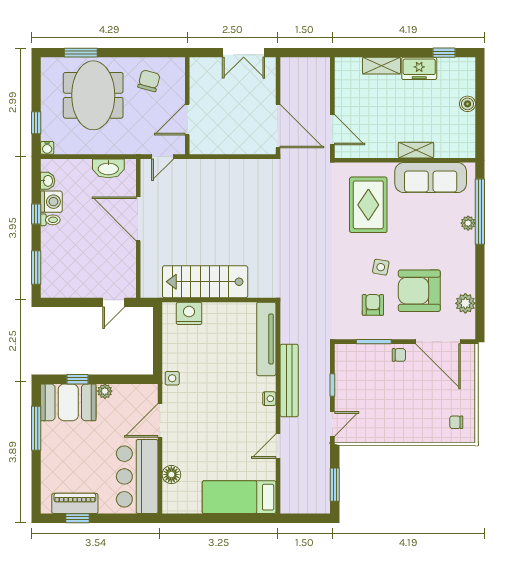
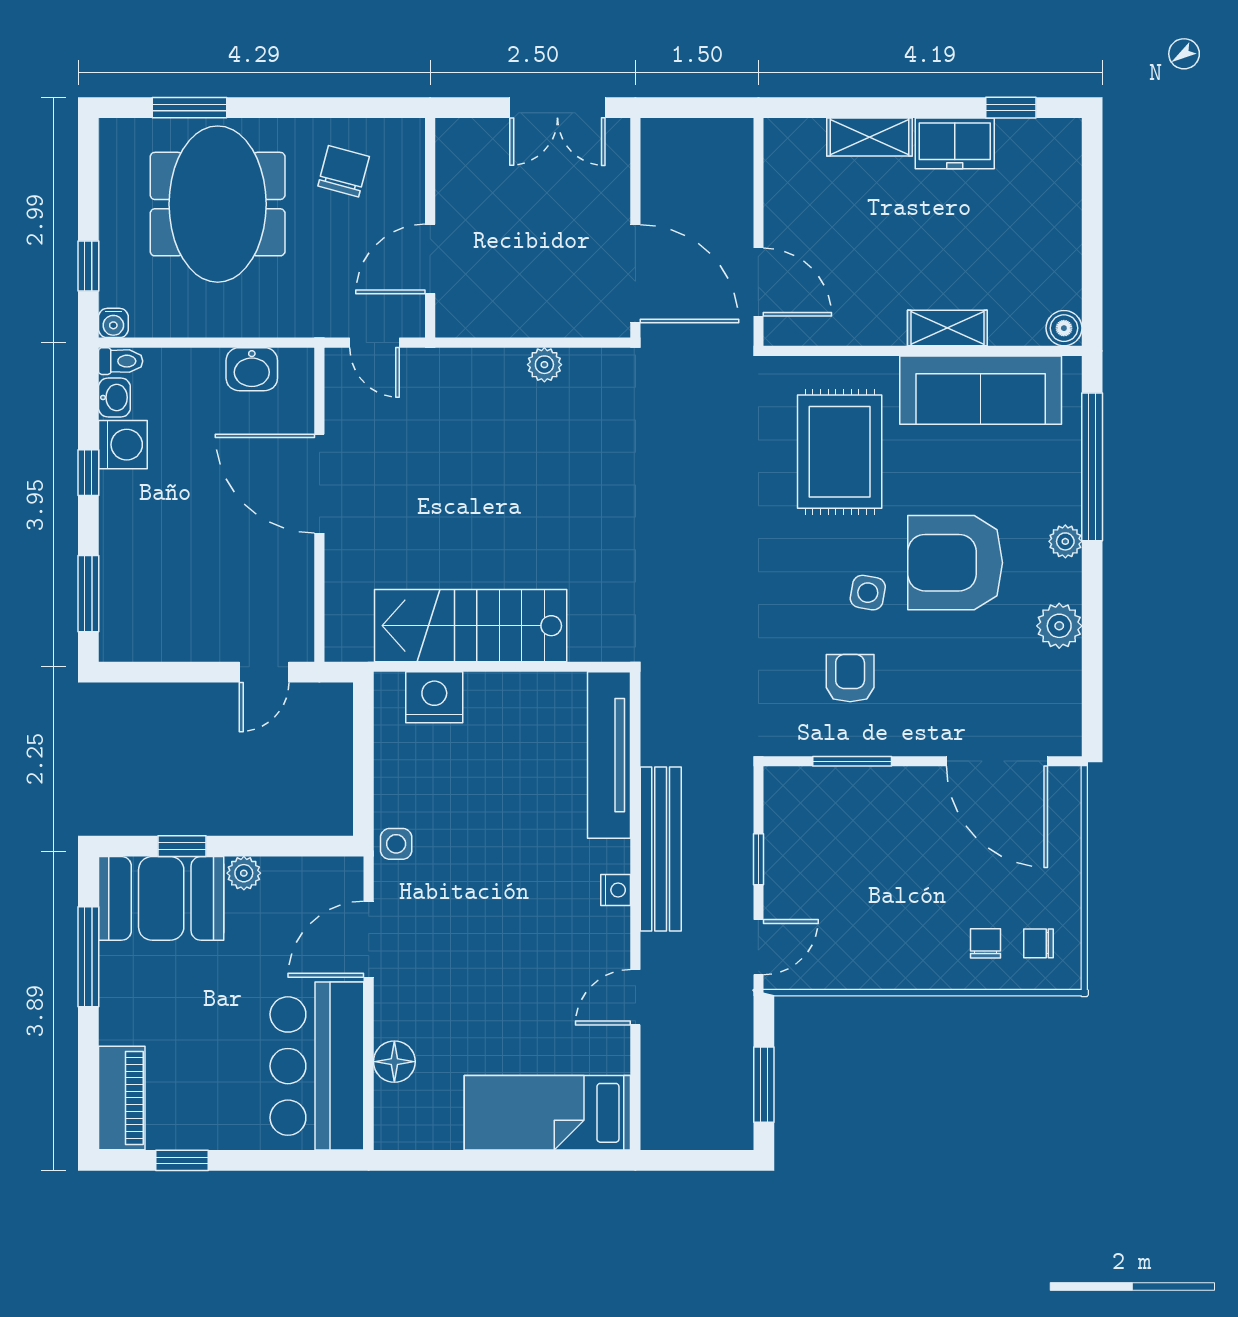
boiler: (468, 104) -> (1064, 328), moved
door: (163, 157) -> (375, 343), hinge flipped
plant: (238, 166) -> (544, 365), added
washbasin: (108, 168) -> (252, 369), width x0.72
toilet: (50, 220) -> (121, 361), moved
plant: (468, 223) -> (1065, 541), moved
armchair: (419, 291) -> (955, 563), moved
plant: (465, 303) -> (1059, 626), moved
chair: (399, 355) -> (986, 943), moved, turned -90
piano: (75, 503) -> (122, 1098), moved, turned 90

